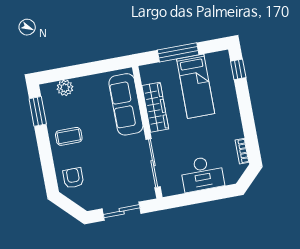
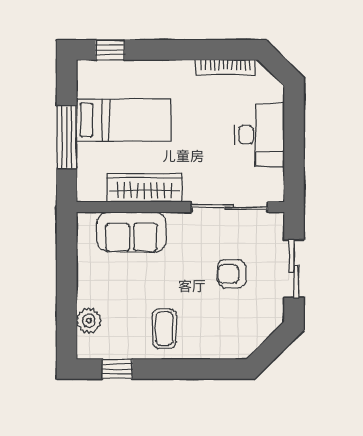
sofa: (126, 104) -> (131, 232), width x0.73
window: (38, 111) -> (117, 369), width x0.67
bookcase: (242, 151) -> (225, 67), width x1.56
armchair: (73, 178) -> (232, 274), moved

